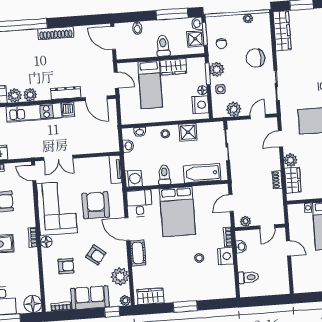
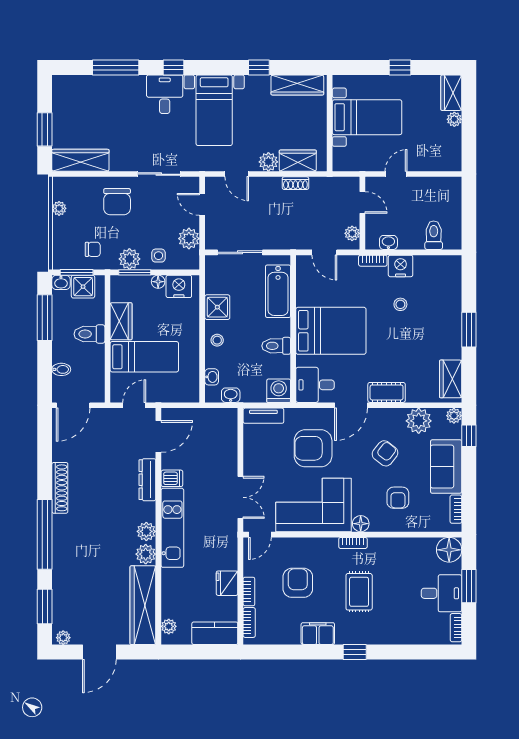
armchair: (66, 266) -> (398, 498), turned 180

